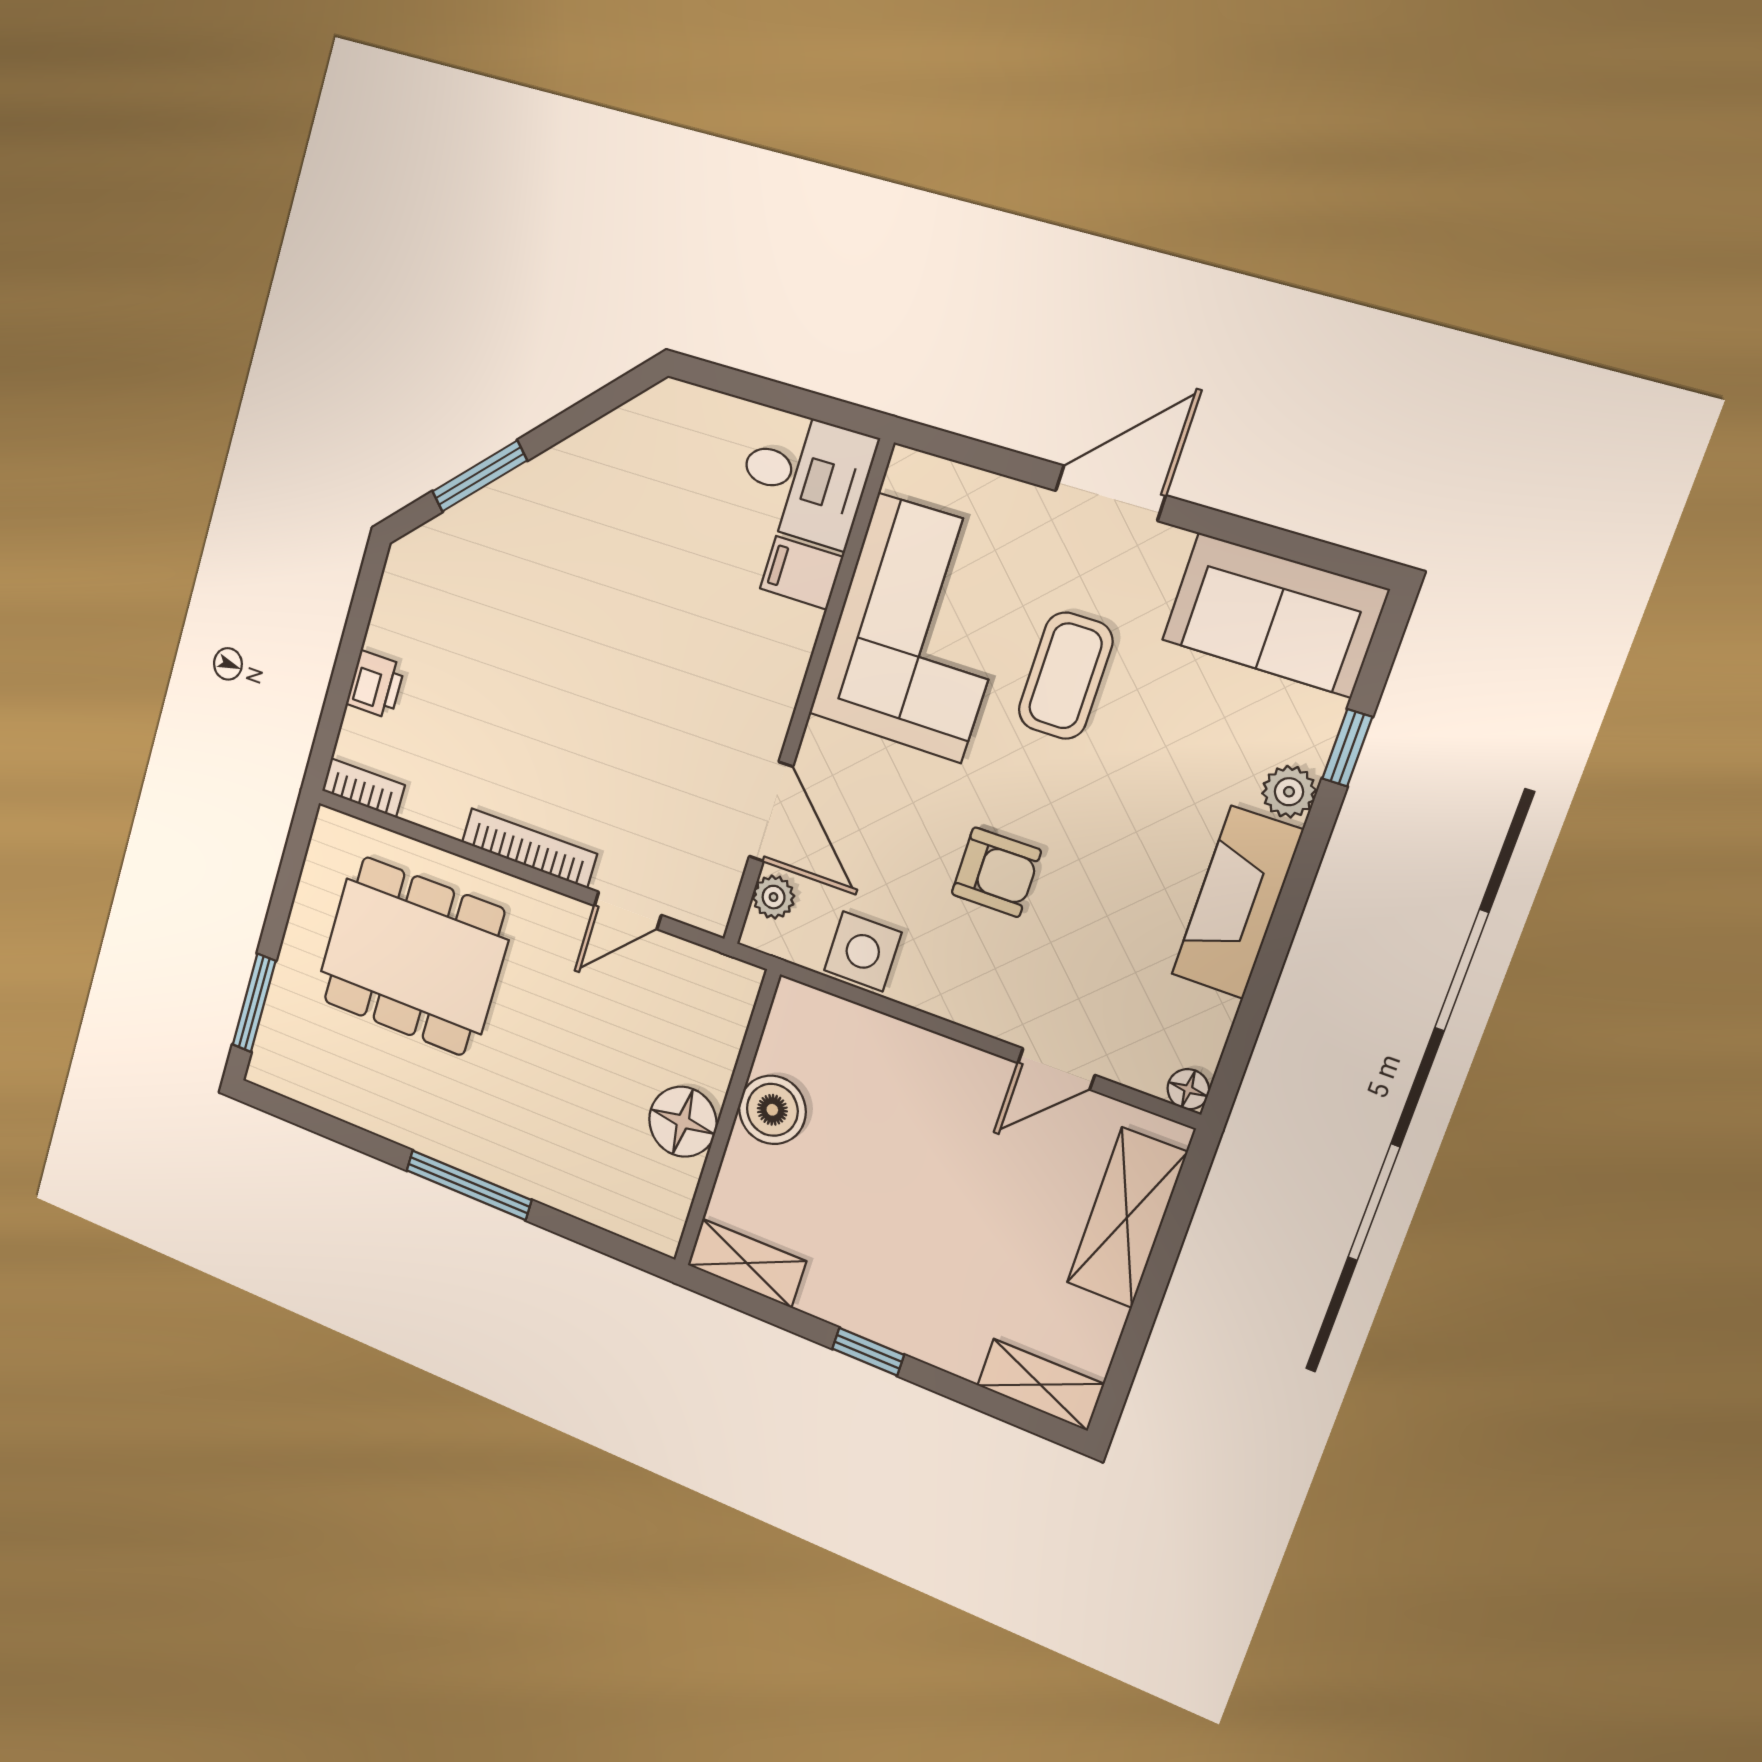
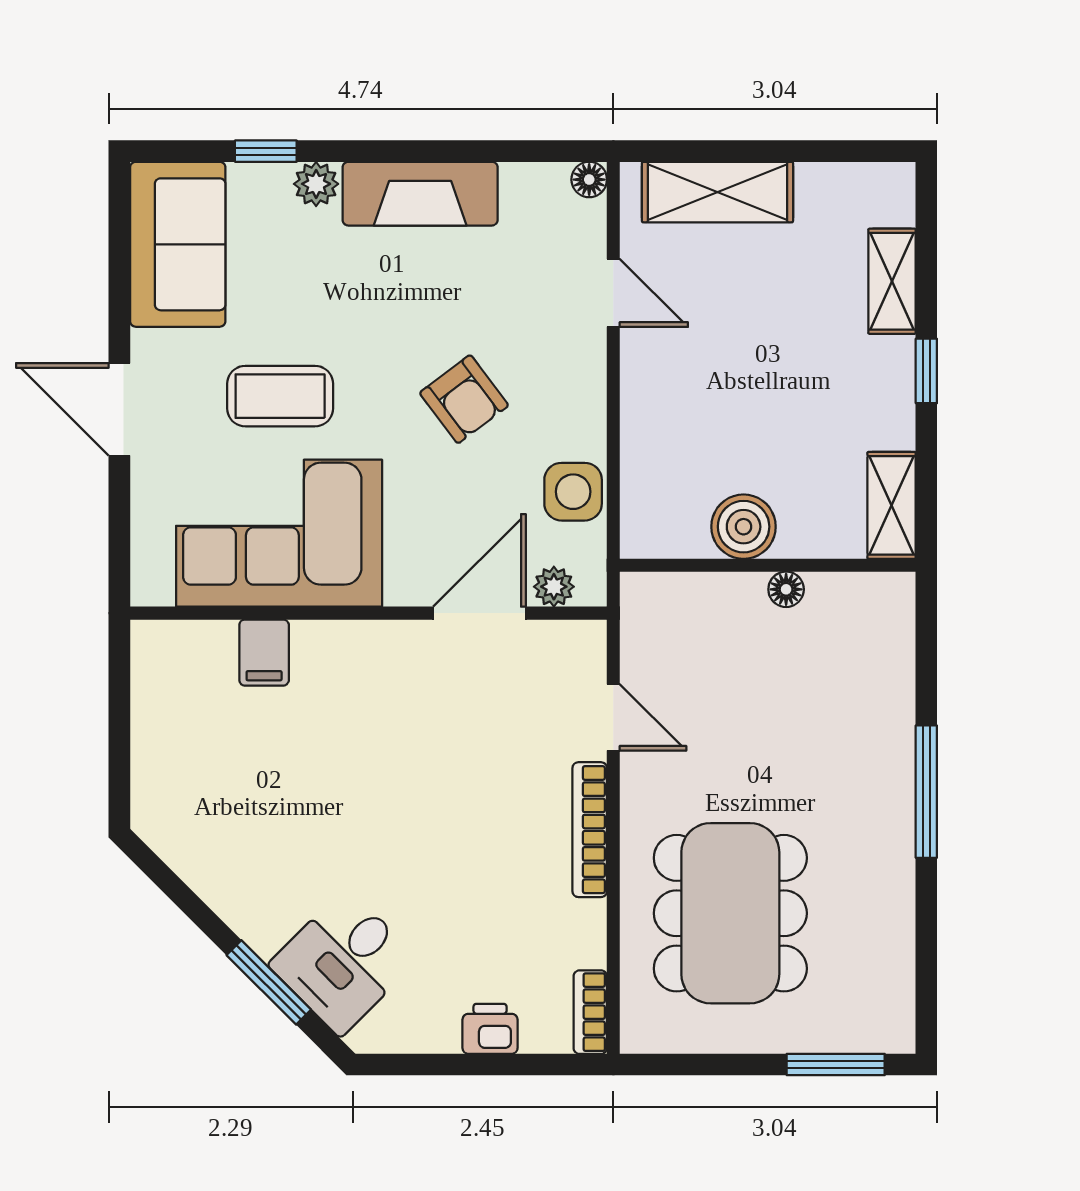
desk: (804, 478) -> (343, 962), moved, turned -135
armchair: (996, 872) -> (464, 399), turned 143
floor lamp: (683, 1122) -> (786, 589), width x0.53, depth x0.53
shelving: (1040, 1385) -> (892, 281), moved

